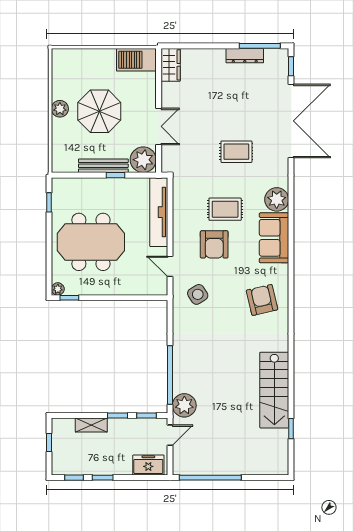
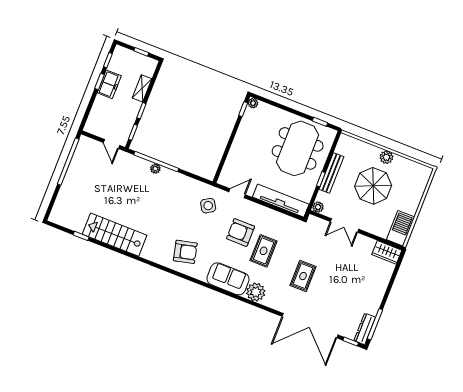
dresser: (245, 56) -> (365, 329), moved
plant: (143, 160) -> (318, 207), width x0.53, depth x0.53
meeting table: (91, 242) -> (298, 148), moved
plant: (184, 405) -> (155, 169), moved, width x0.53, depth x0.53
freezer: (148, 465) -> (109, 84), moved

